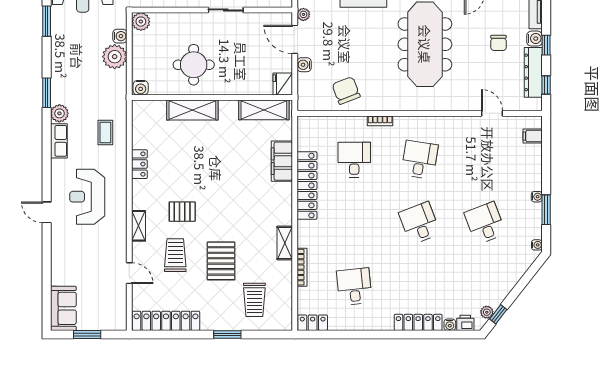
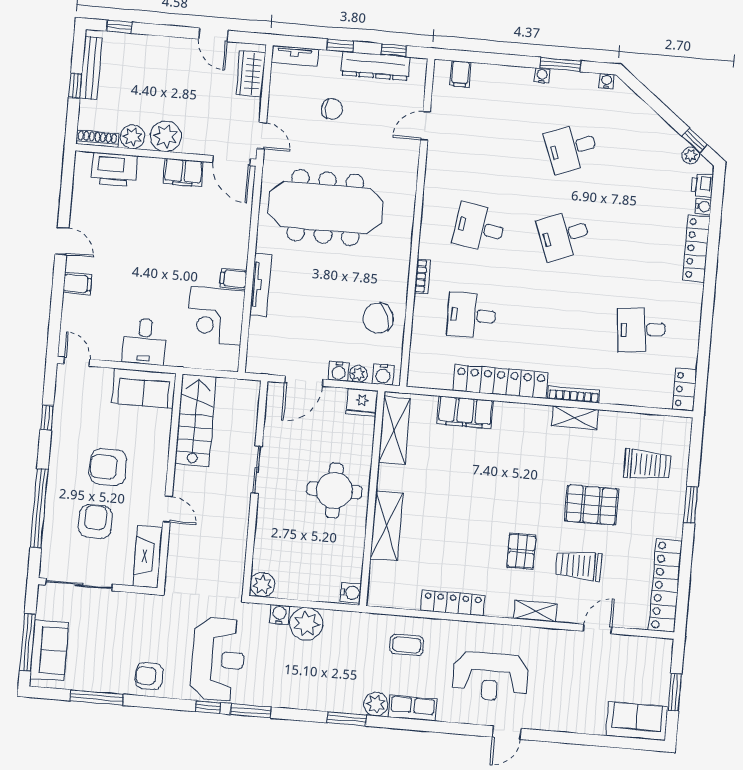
plant: (303, 14) -> (358, 374), moved
water cooler: (534, 39) -> (383, 374), moved, turned 180
round table: (194, 65) -> (334, 490), moved
locker: (139, 164) -> (453, 603), width x1.53
bookcase: (302, 267) -> (574, 394), moved

